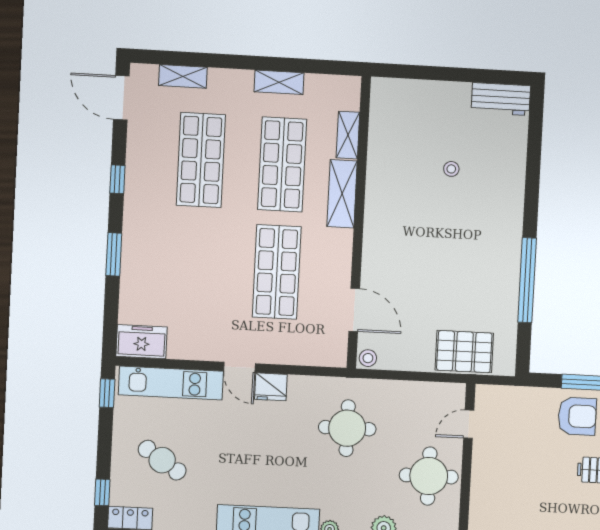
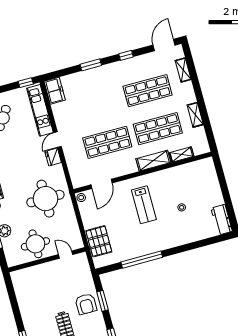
lab bench: (422, 241) -> (144, 205), added
round table: (347, 428) -> (45, 199), width x1.36, depth x1.36

